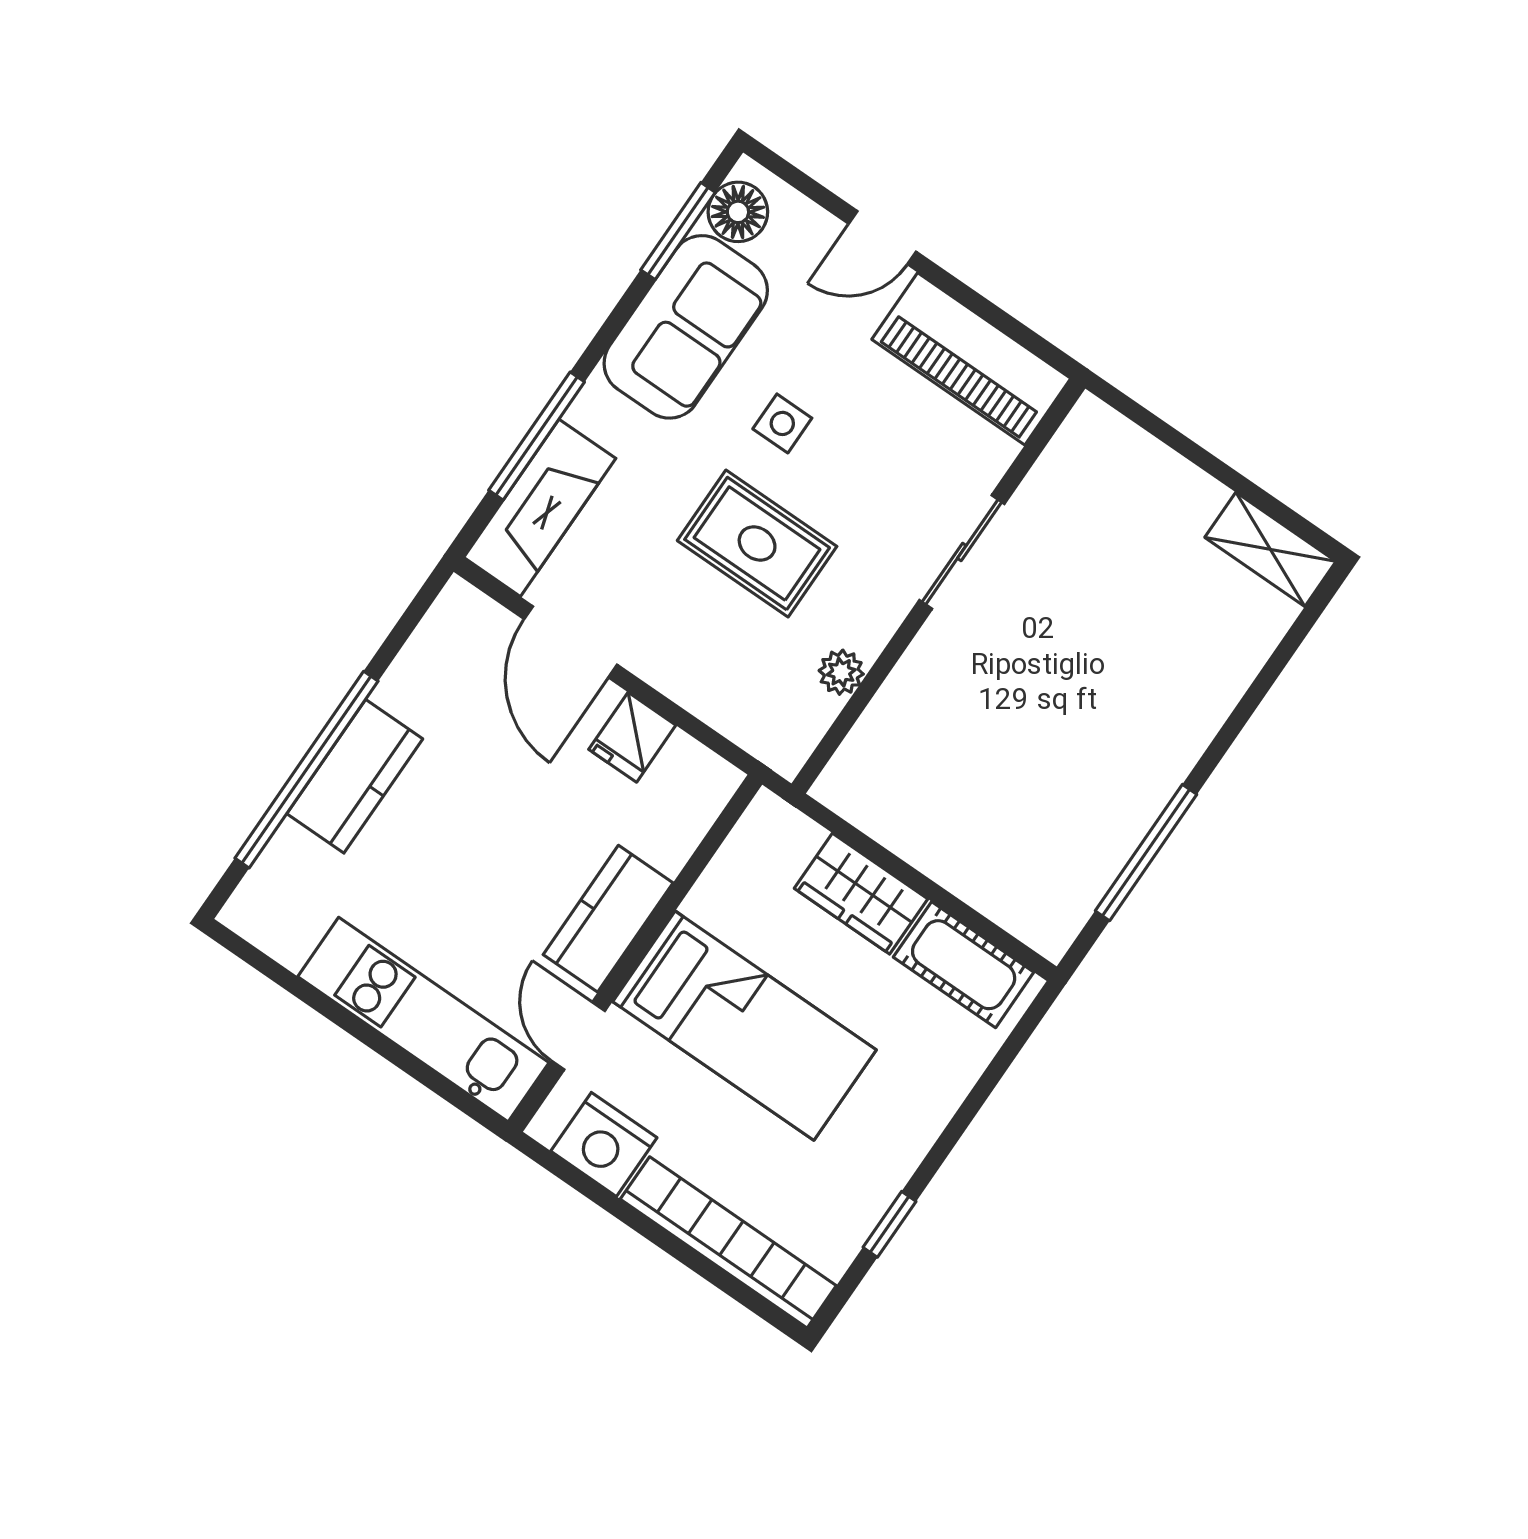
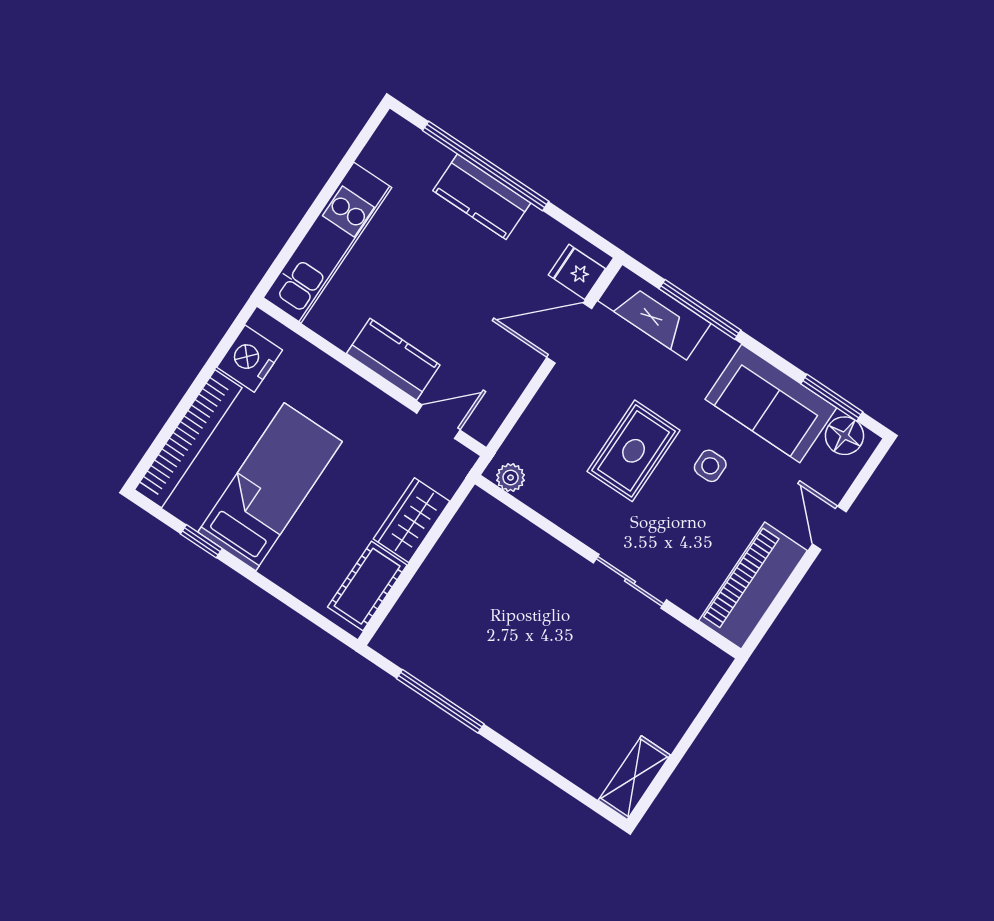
plant: (841, 672) -> (511, 478), moved
fridge: (632, 737) -> (577, 272), moved
bed: (744, 1026) -> (270, 487), moved, turned 180
door: (578, 1036) -> (438, 422), moved

